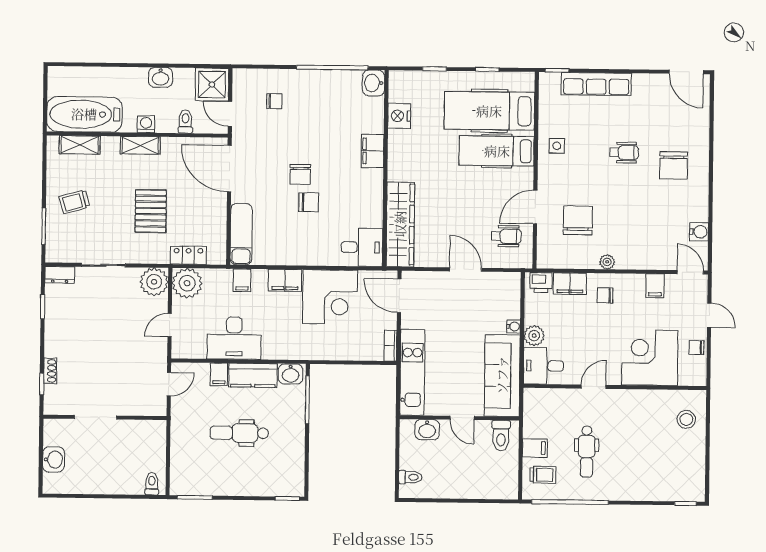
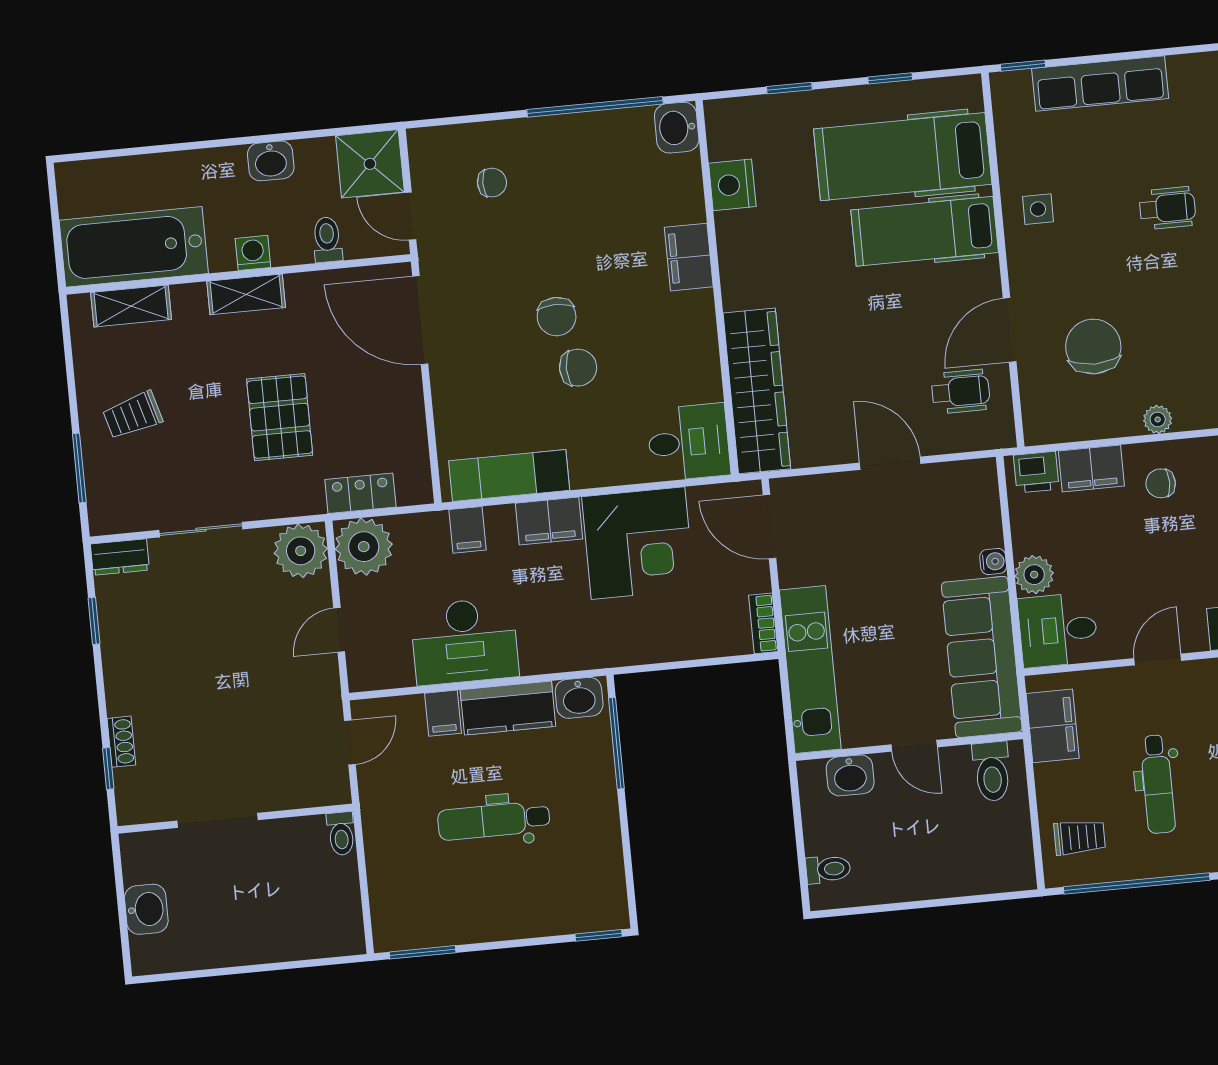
exam couch: (241, 234) -> (509, 476), moved, turned -90
filing cabinet: (535, 448) -> (1053, 726), moved, width x2.00
toilet: (152, 484) -> (341, 834), moved, turned 180

